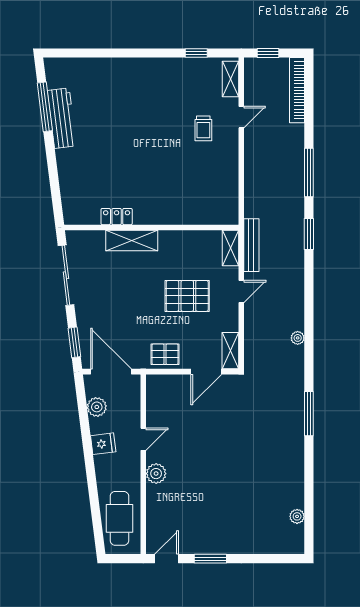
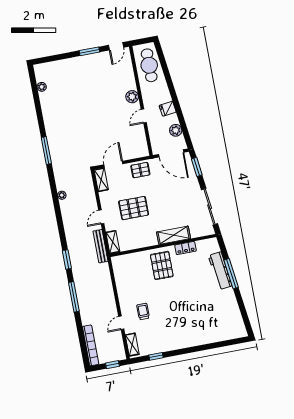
window: (45, 107) -> (231, 274), moved
workbench: (62, 118) -> (220, 271), moved
pallet: (160, 196) -> (162, 265), added

